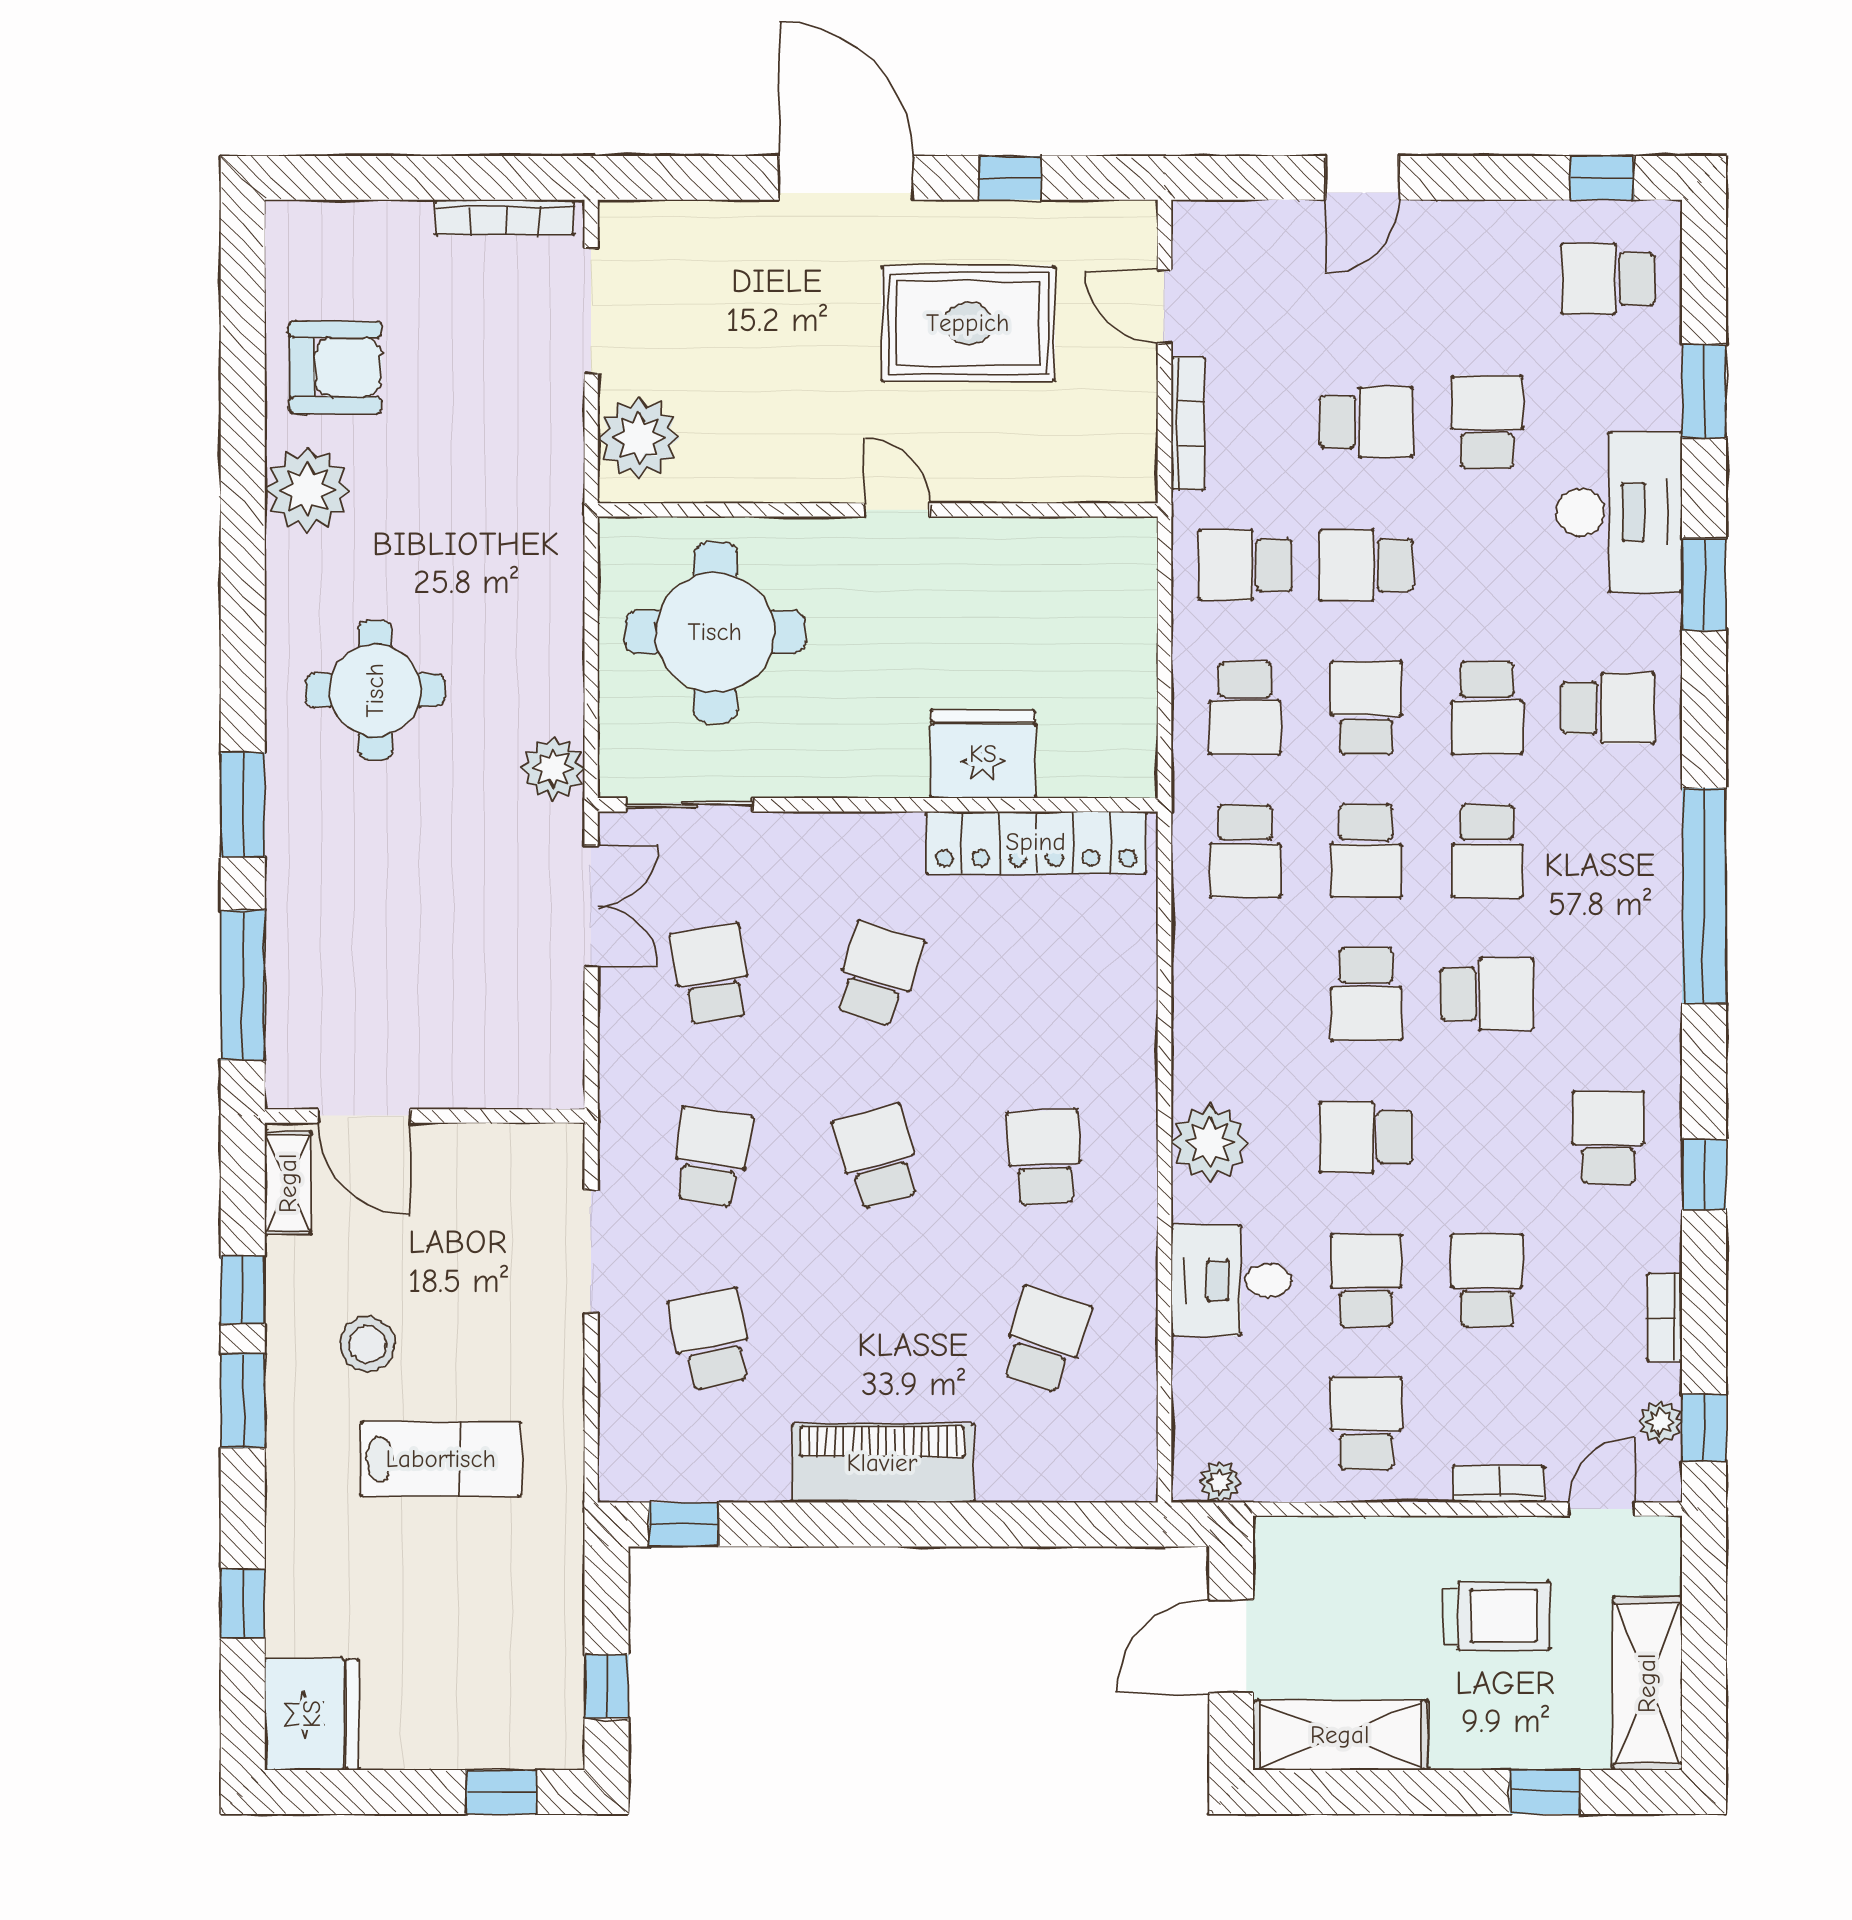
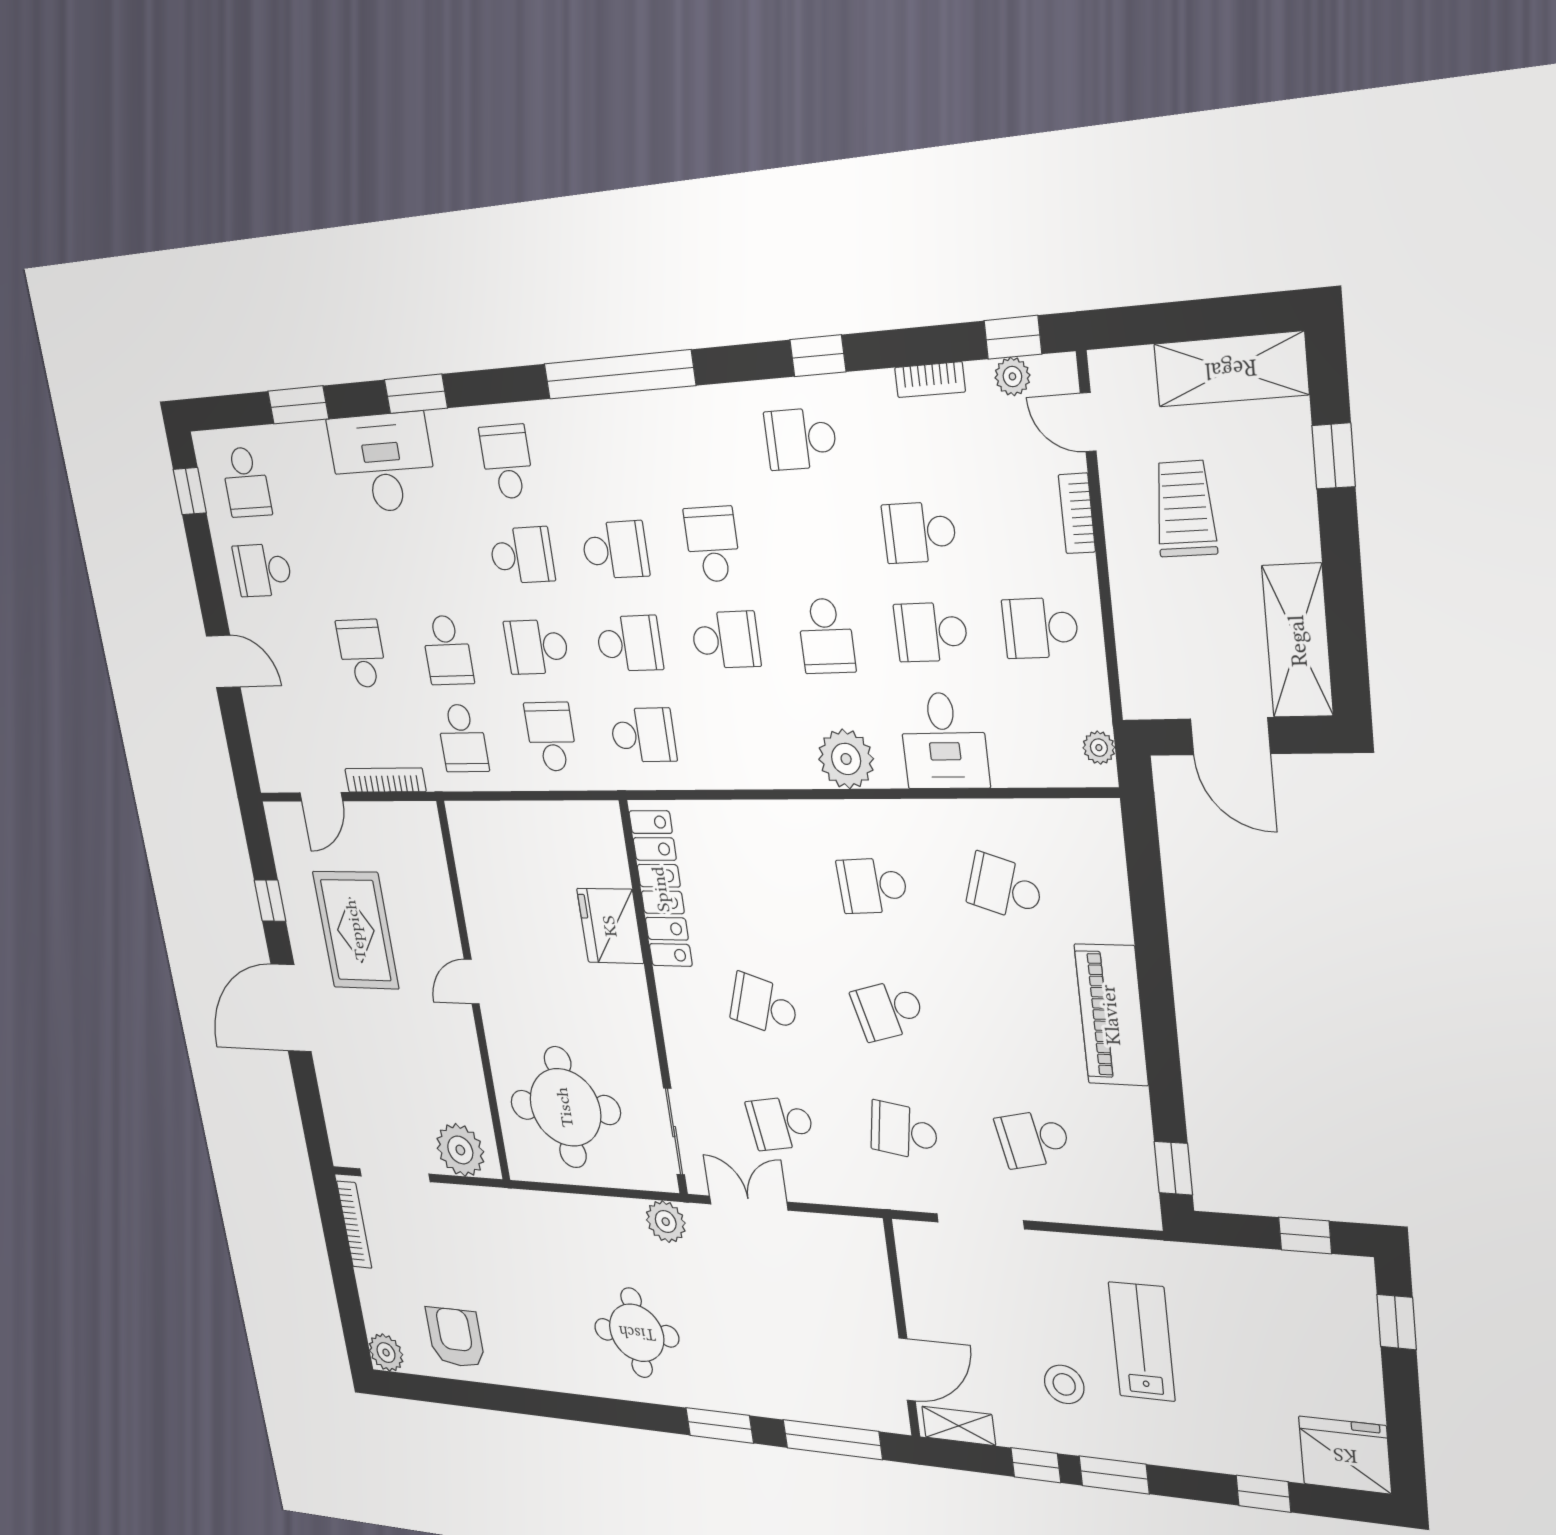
school desk: (1487, 422) -> (263, 570), moved
plant: (307, 490) -> (386, 1353), moved, width x0.73, depth x0.73
school desk: (1245, 708) -> (551, 737), turned -90

